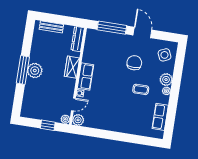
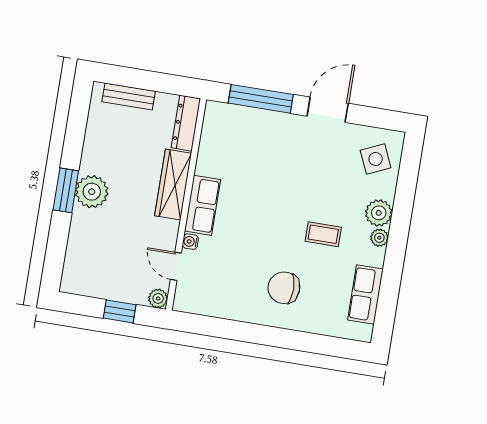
door: (142, 33) -> (328, 110), hinge flipped
chair: (134, 63) -> (284, 288), moved, turned -90
wardrobe: (72, 67) -> (173, 185), width x1.50
window: (23, 70) -> (66, 190), width x0.69
door: (73, 104) -> (176, 266), swing flipped
plant: (78, 120) -> (186, 300), removed

